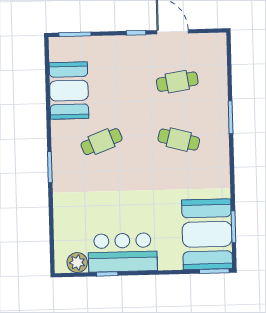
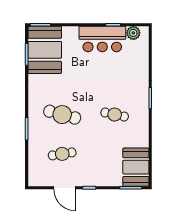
booth: (69, 91) -> (136, 167), moved
cafe table: (179, 140) -> (62, 115), width x1.37, depth x1.35
cafe table: (102, 142) -> (115, 115), turned 33

